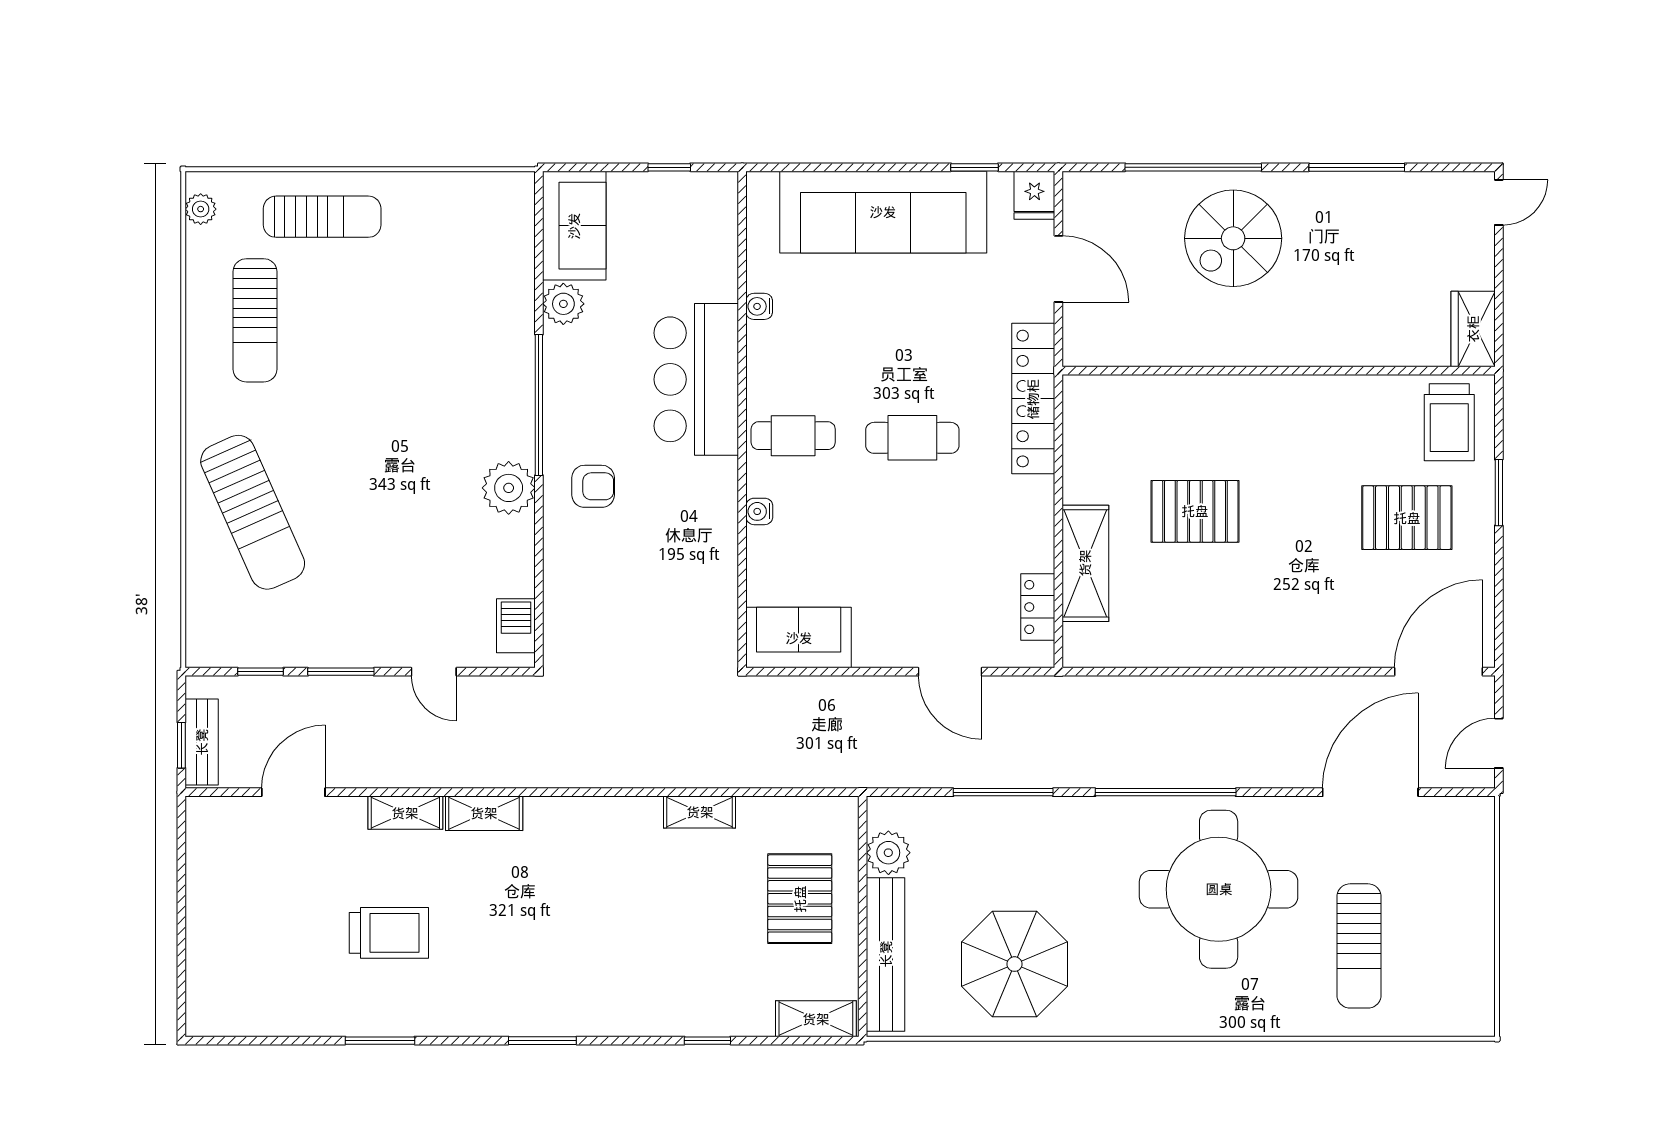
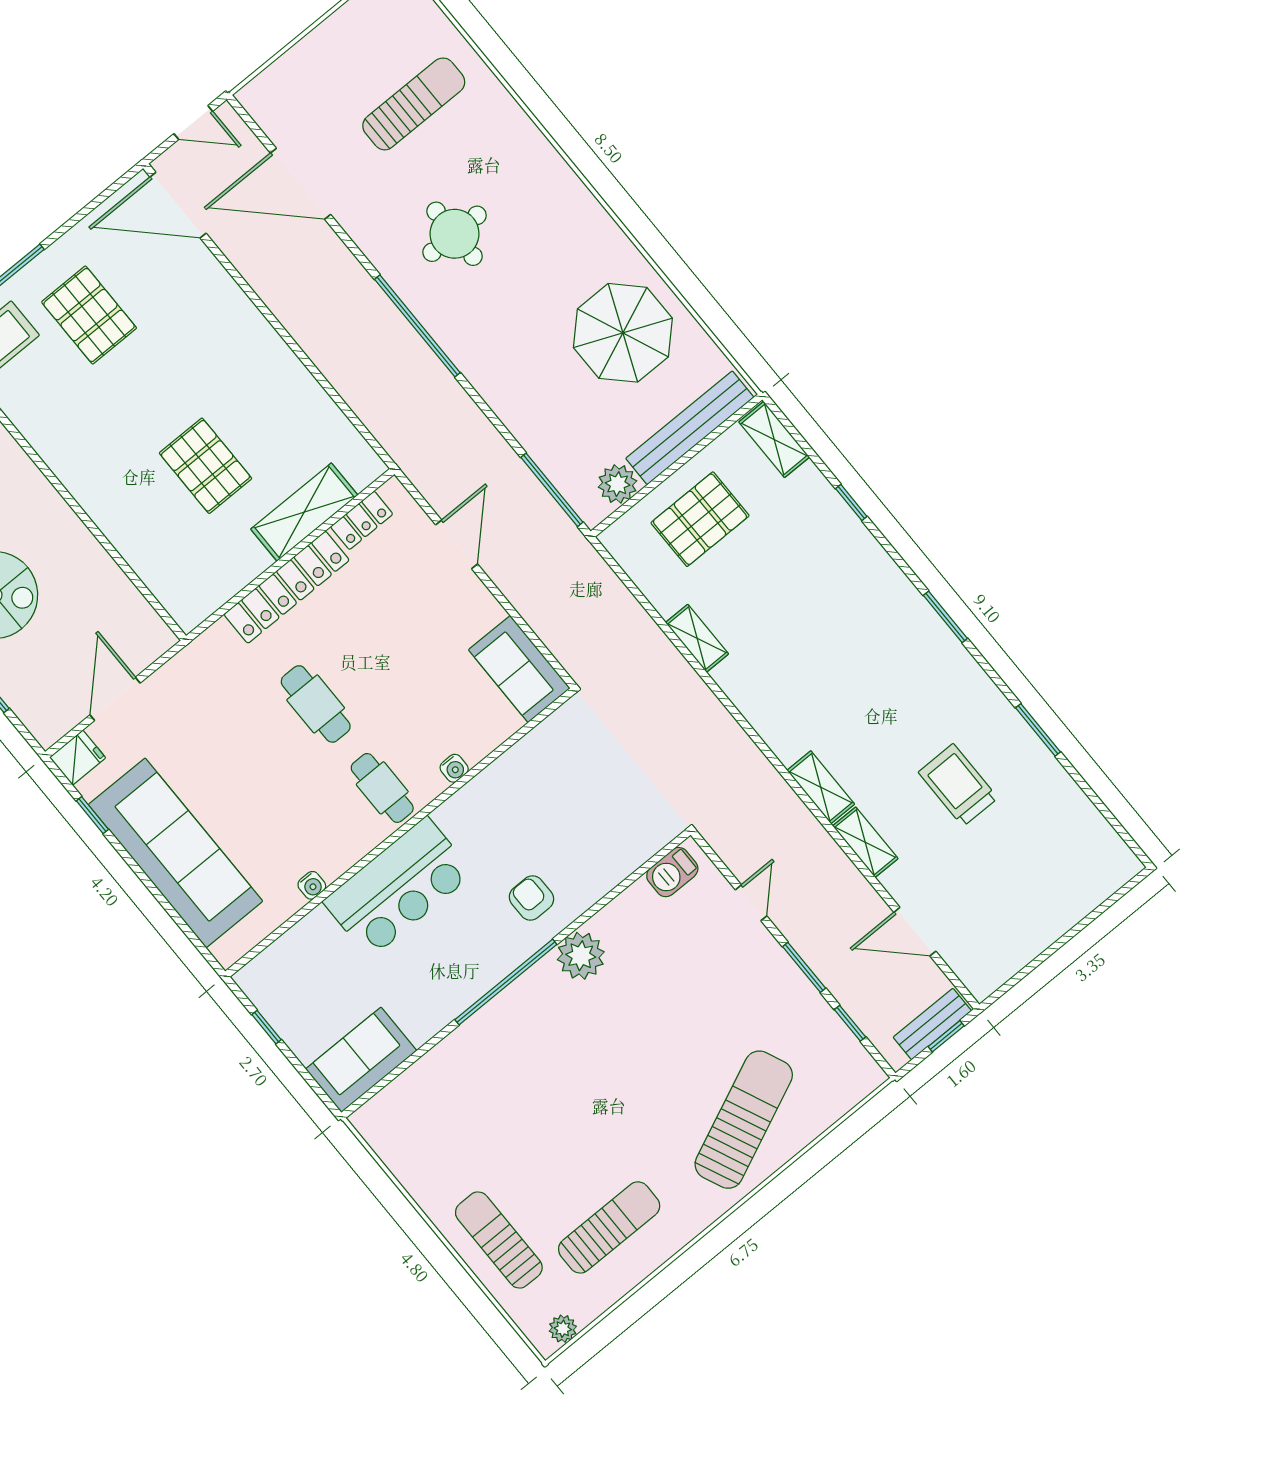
plant: (563, 304) -> (422, 1023), removed
locker: (1033, 399) -> (287, 587), moved
window: (1003, 792) -> (552, 490), moved
round table: (1219, 889) -> (455, 234), width x0.54, depth x0.54

